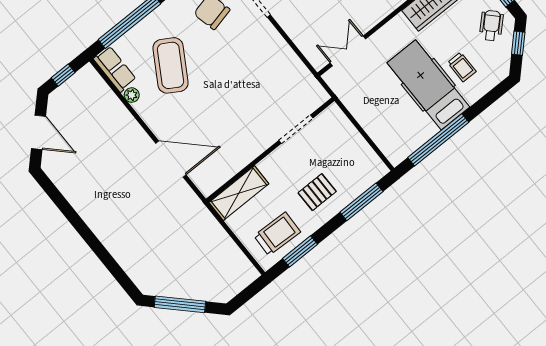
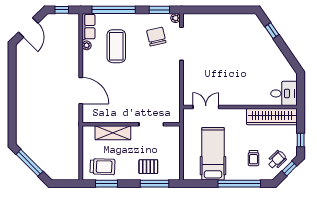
wheelchair: (491, 25) -> (277, 160), moved
coffee table: (171, 65) -> (116, 46), turned -31
hospital bed: (428, 85) -> (213, 154), moved
window: (438, 140) -> (239, 184), moved
pallet: (317, 192) -> (148, 167), moved
shelving: (239, 193) -> (113, 133), moved

